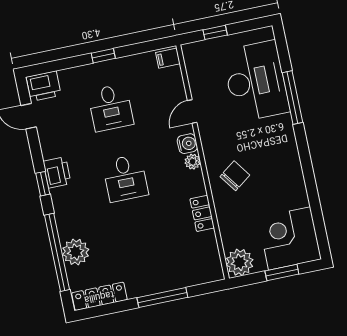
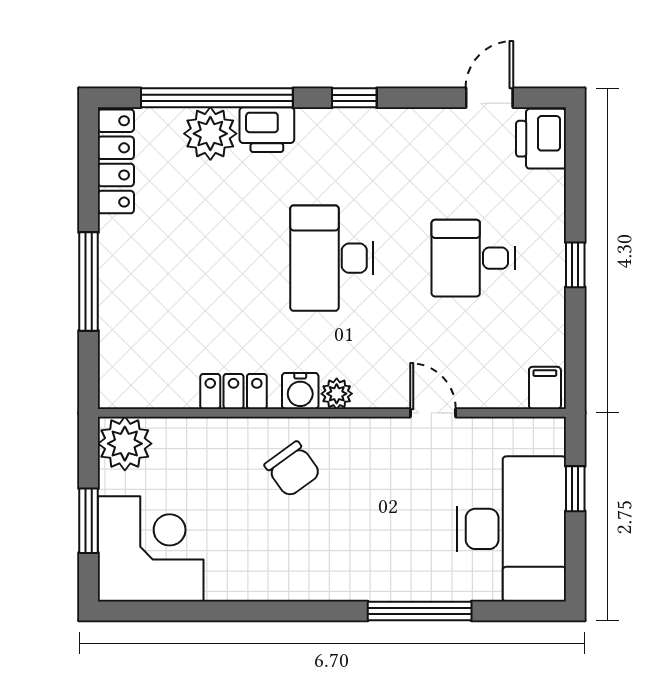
desk: (256, 81) -> (511, 529), moved, turned -90
water cooler: (187, 144) -> (300, 391), moved
printer: (57, 172) -> (267, 130), moved
desk: (125, 178) -> (332, 258), width x1.37

